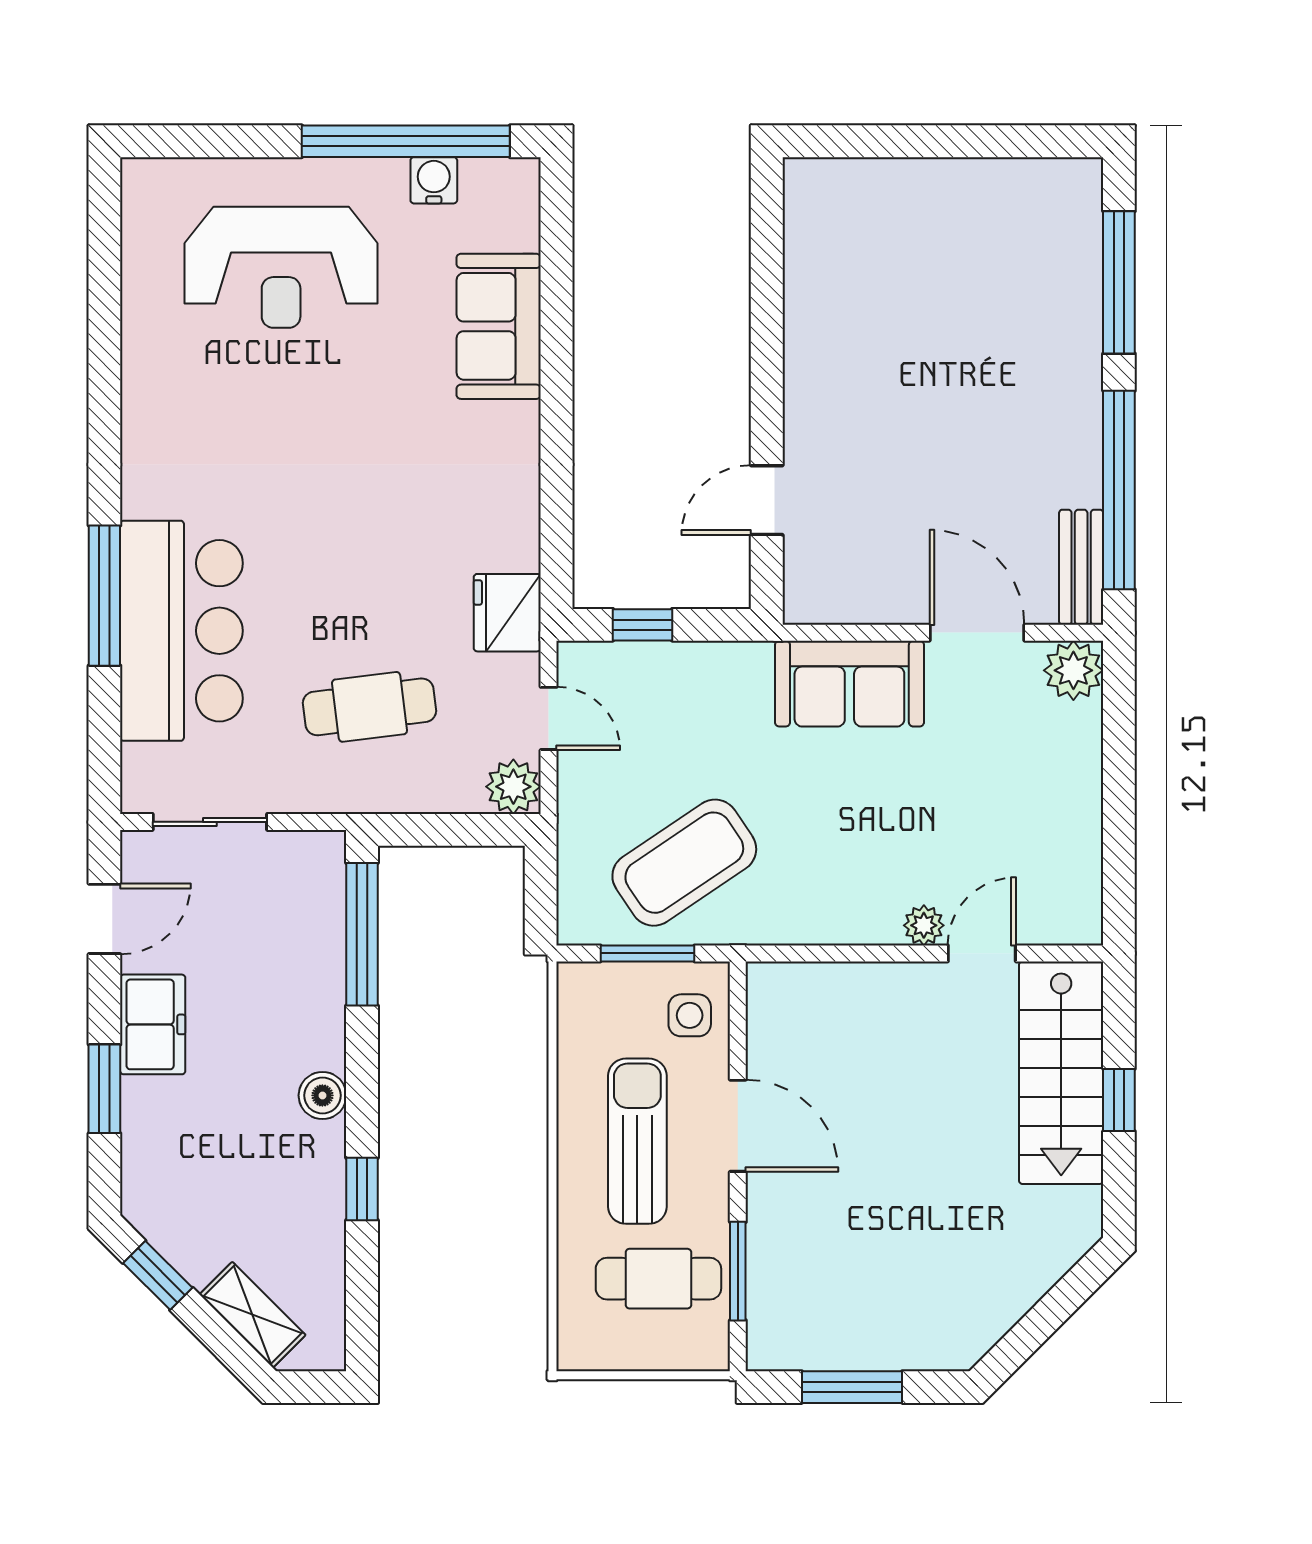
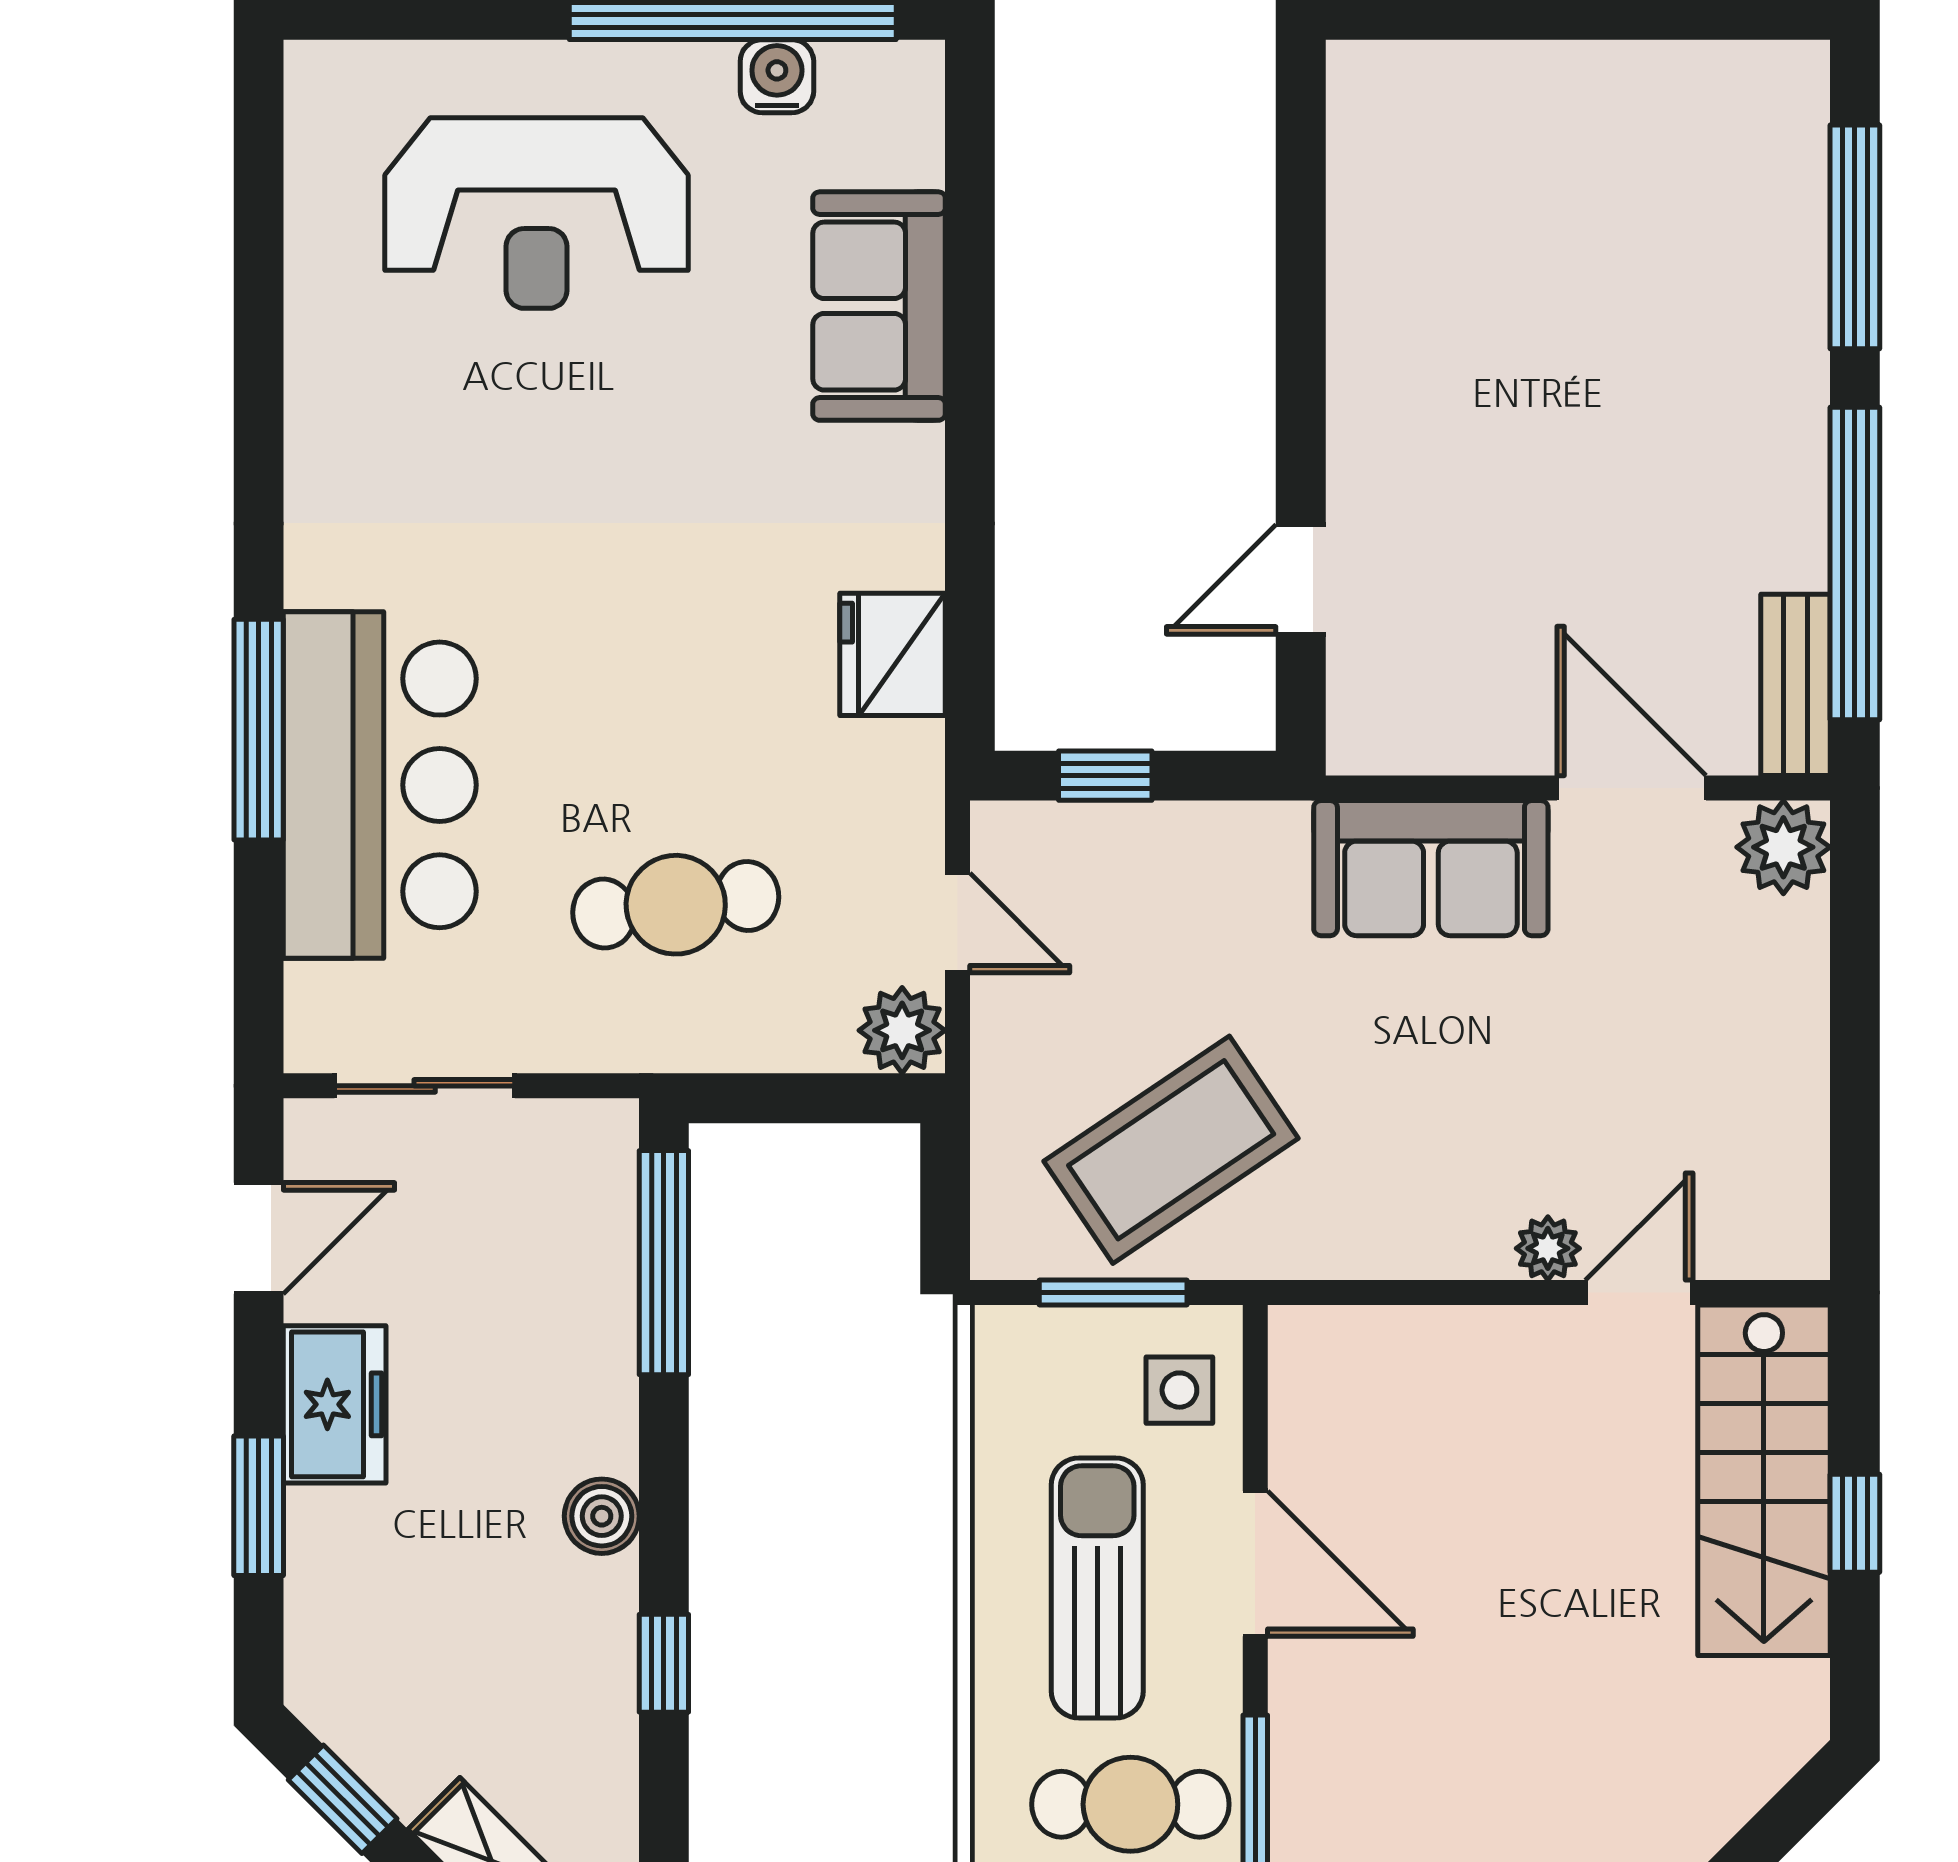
fridge: (507, 613) -> (892, 654), moved

